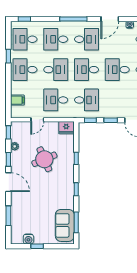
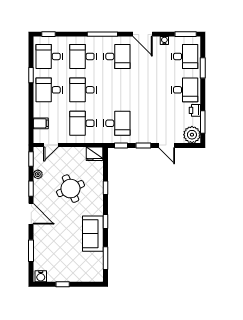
door: (110, 19) -> (143, 34), hinge flipped
desk: (56, 70) -> (83, 90), turned 180
desk: (86, 70) -> (117, 90), removed
desk: (117, 70) -> (151, 90), removed
door: (37, 120) -> (51, 145), moved
sofa: (65, 225) -> (93, 234), moved
water cooler: (28, 239) -> (41, 276), moved

